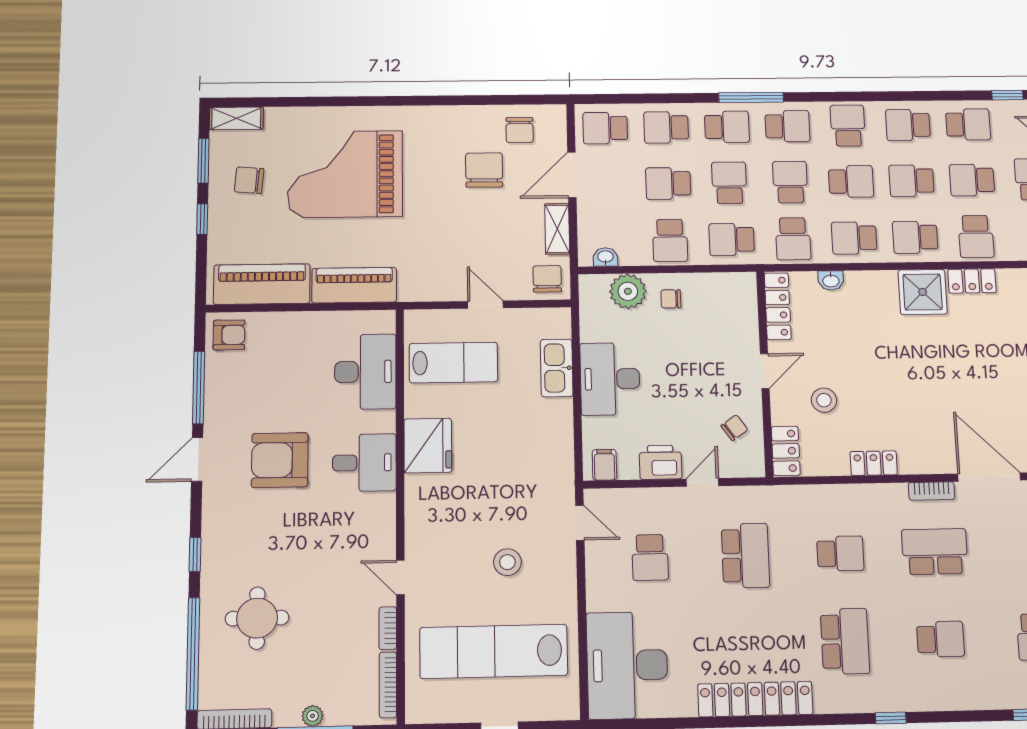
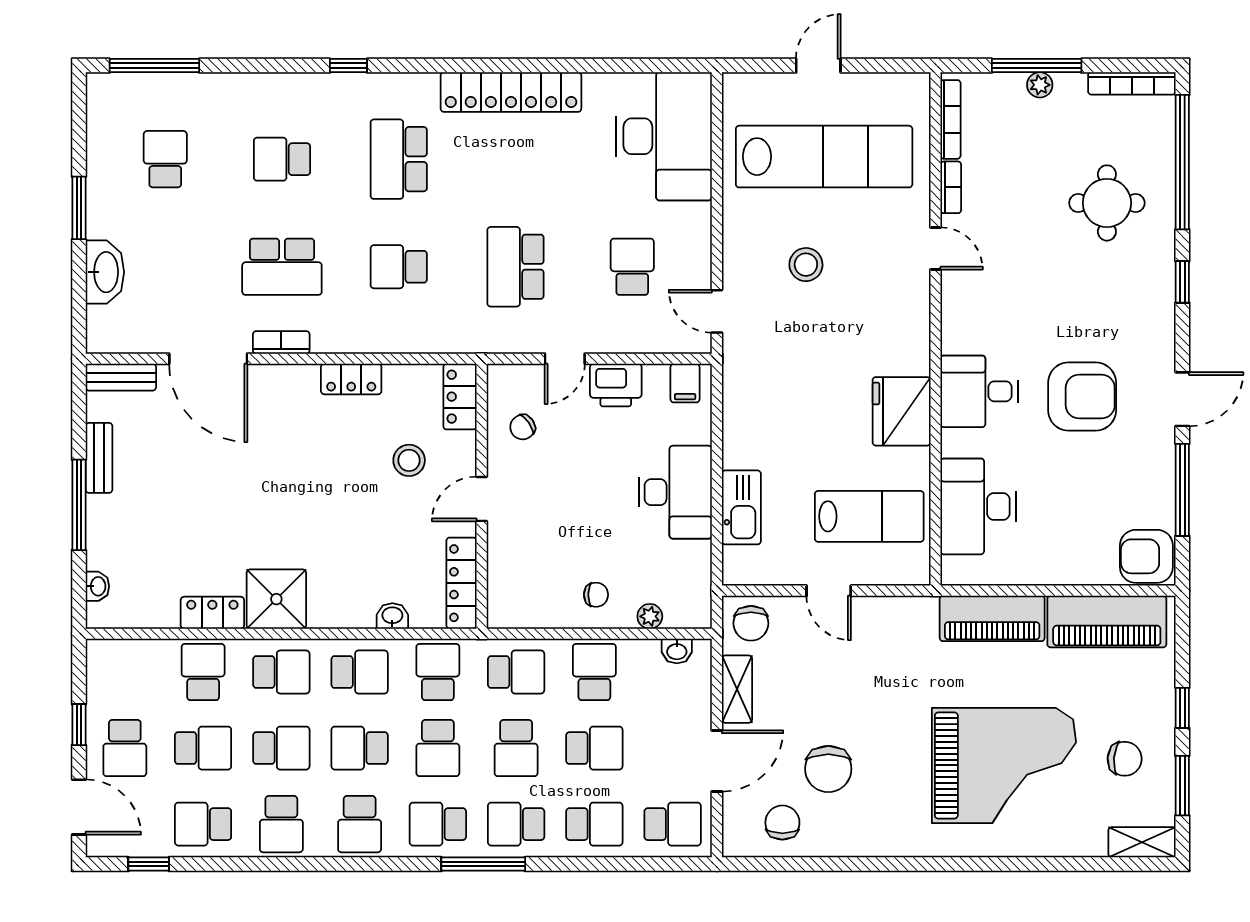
school desk: (908, 125) -> (281, 824), turned 90
plant: (628, 291) -> (650, 616), width x0.53, depth x0.53
armchair: (229, 335) -> (1146, 556), width x1.38, depth x1.38
lab bench: (453, 363) -> (869, 516), turned 180

